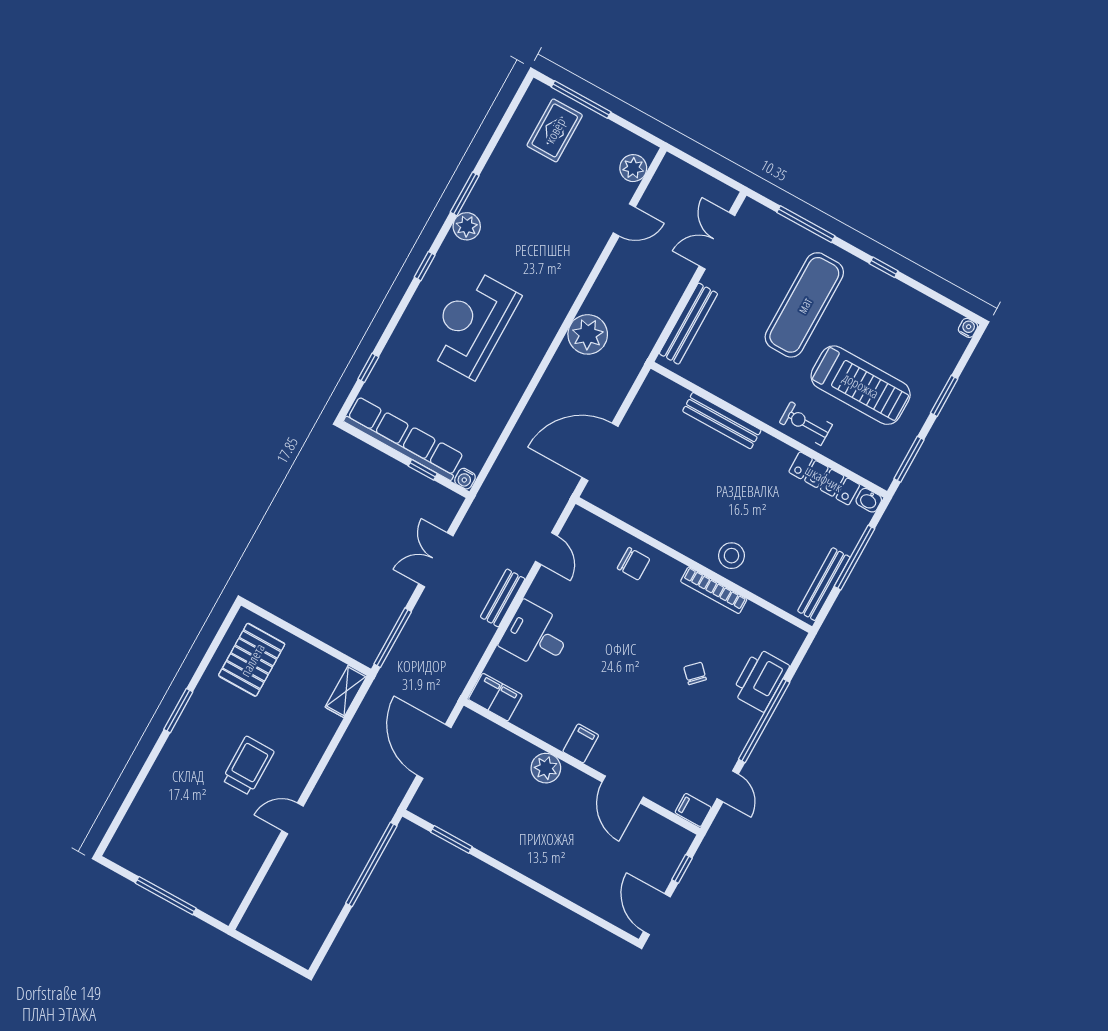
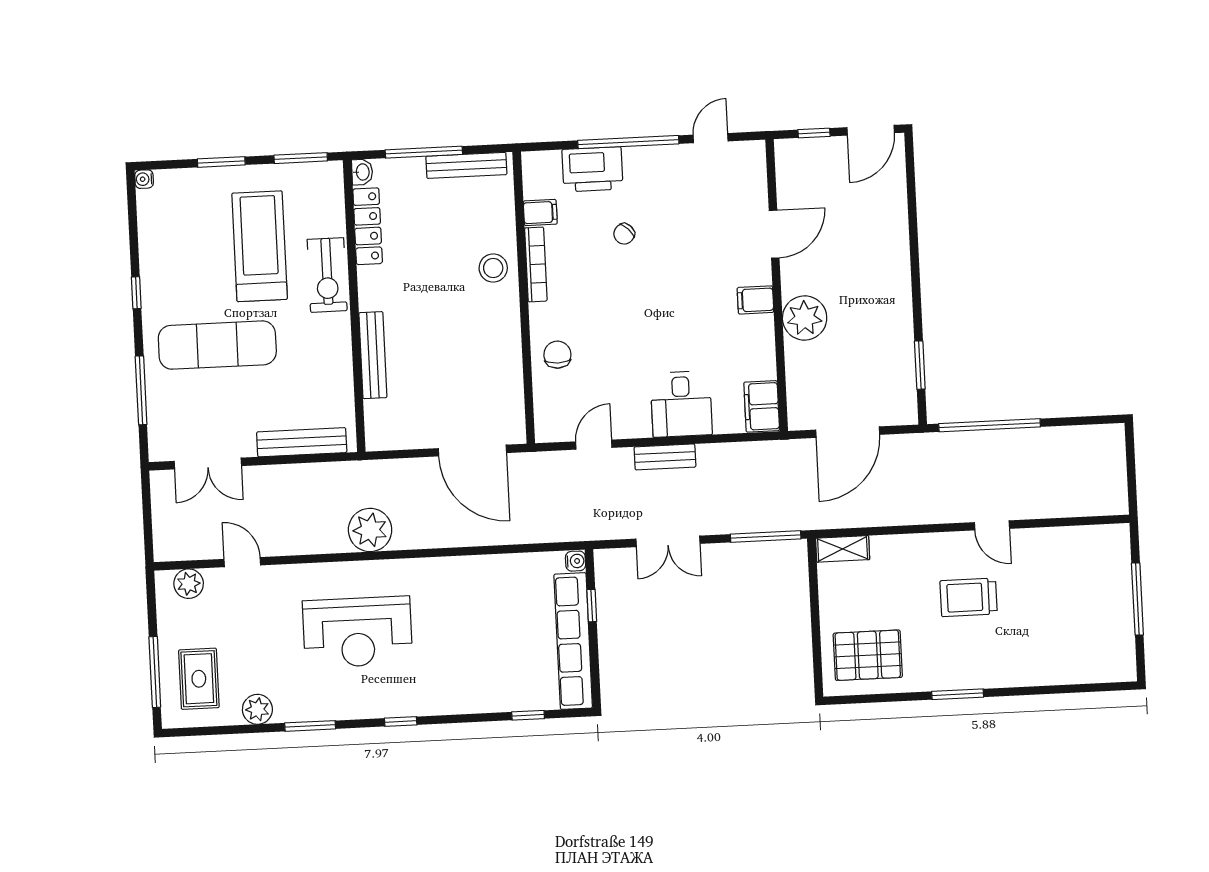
rug: (555, 130) -> (199, 679), turned 90
plant: (467, 226) -> (257, 709), moved
reception desk: (472, 324) -> (357, 632), moved
exercise bike: (806, 424) -> (327, 275), width x1.38, depth x1.39
plant: (546, 768) -> (805, 318), width x1.36, depth x1.36
filing cabinet: (693, 810) -> (540, 213), moved, turned -90

